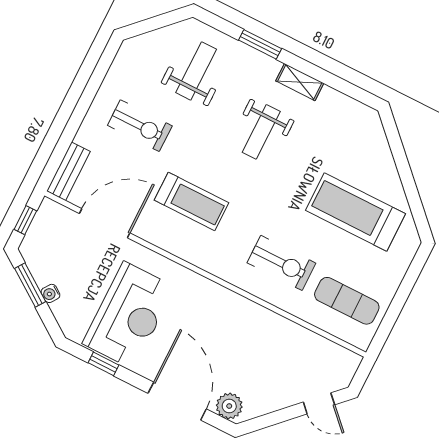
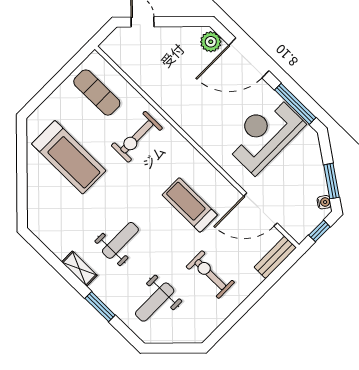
exercise bike: (281, 263) -> (137, 137), turned -90
water cooler: (50, 293) -> (324, 202), moved
window: (104, 364) -> (295, 104), width x2.17
door: (177, 401) -> (249, 58), hinge flipped

